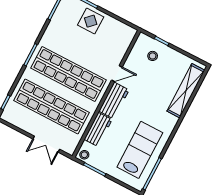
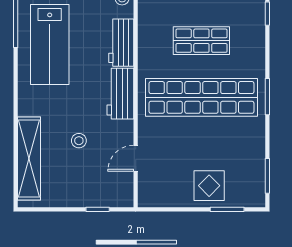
stool: (153, 56) -> (79, 141), moved
door: (117, 74) -> (136, 158), moved
shop shelf: (52, 107) -> (201, 41), width x0.50, depth x0.74

